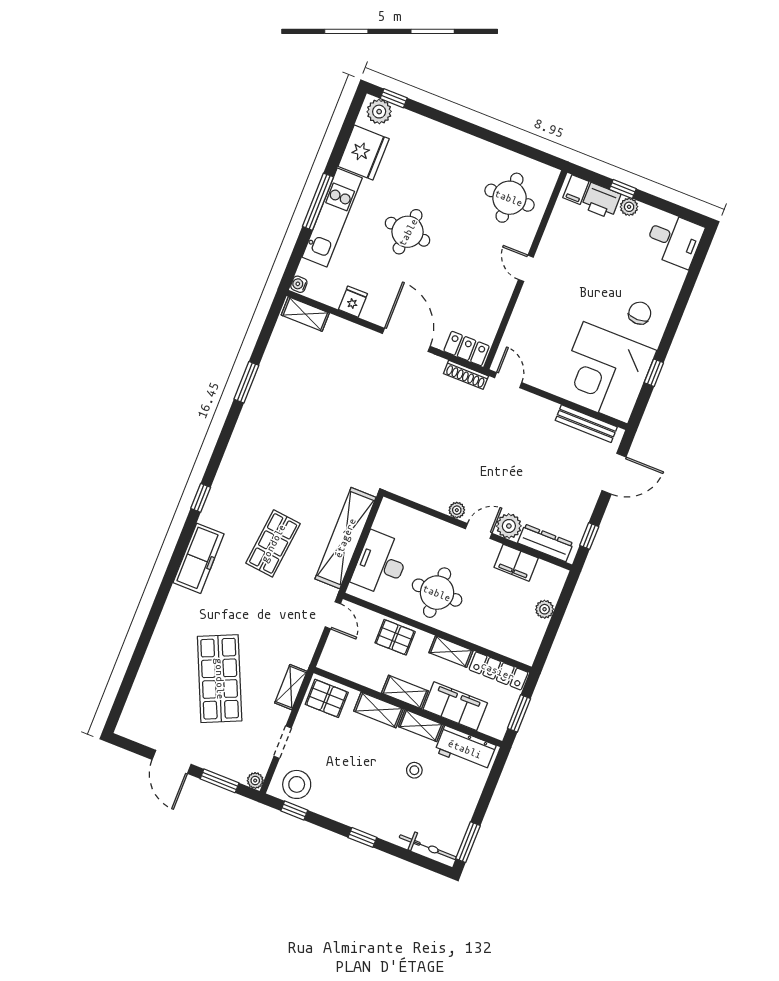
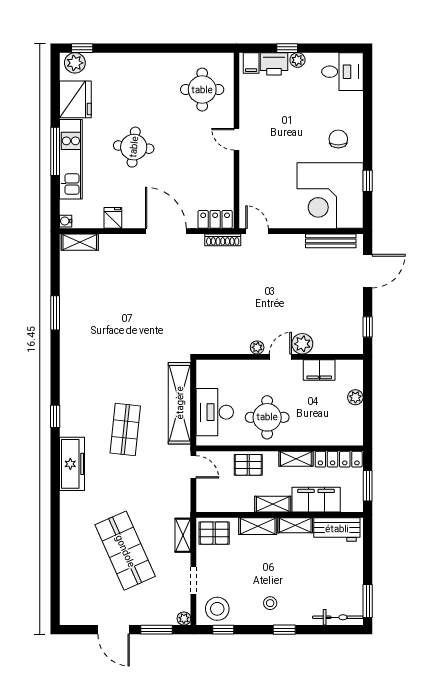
dresser: (545, 543) -> (336, 346), removed
stool: (414, 770) -> (270, 603), moved

